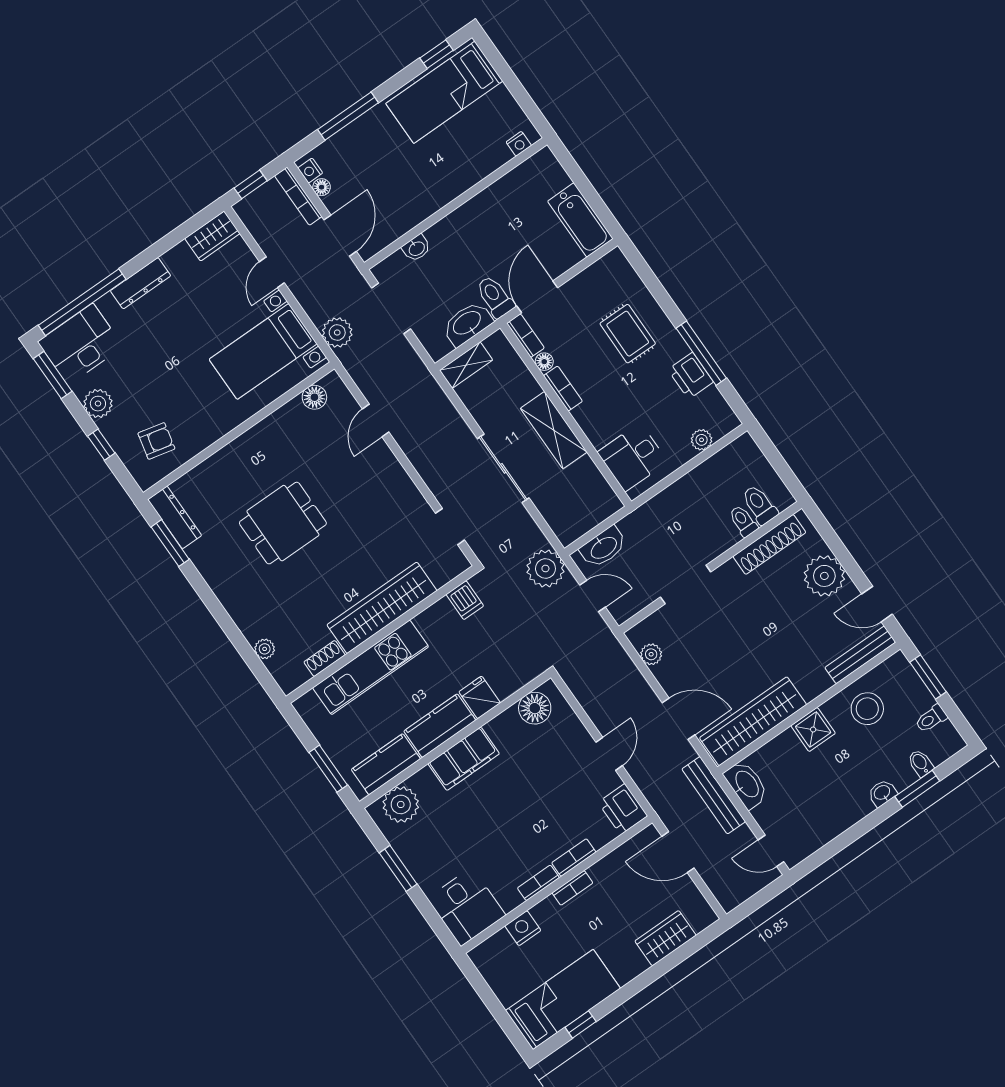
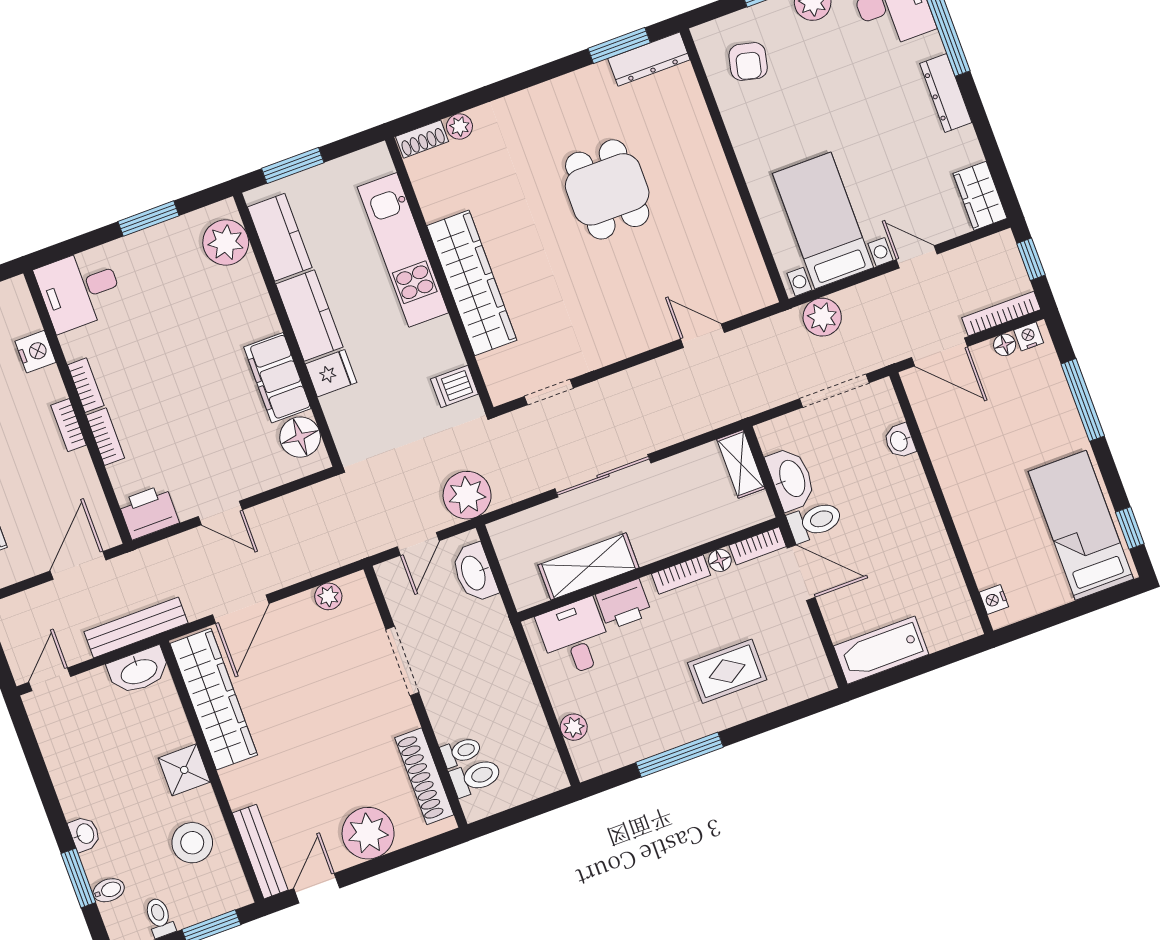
printer: (691, 376) -> (624, 604), moved, turned 180
floor lamp: (314, 397) -> (751, 268), removed
shelving: (554, 430) -> (589, 566), moved
shoe rack: (324, 658) -> (422, 139), moved, turned 90
filing cabinet: (464, 759) -> (277, 378), moved

